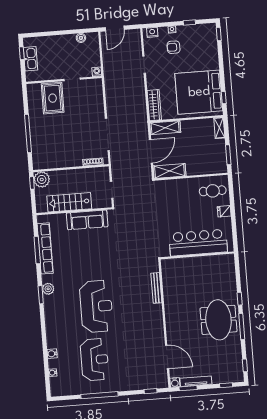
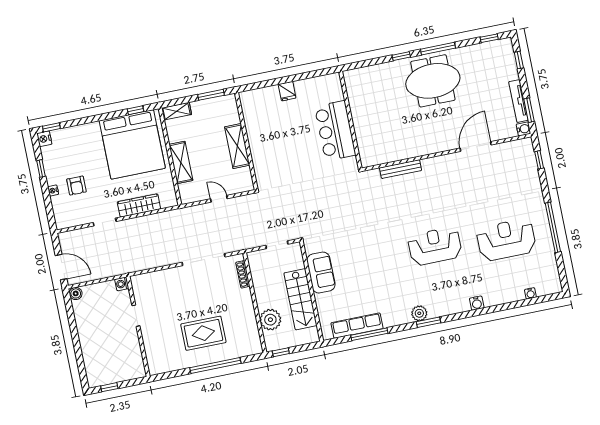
nightstand: (152, 32) -> (44, 139), moved
boiler: (81, 38) -> (76, 293), moved
kitchen sink: (31, 59) -> (115, 374), removed
rug: (53, 98) -> (203, 333), moved
wardrobe: (154, 105) -> (139, 205), moved
shelving: (165, 128) -> (181, 162), moved
door: (151, 151) -> (219, 199), width x0.53
shelving: (169, 171) -> (237, 146), moved
plant: (42, 179) -> (270, 320), moved
cafe table: (213, 191) -> (262, 110), removed
sofa: (87, 220) -> (321, 273), width x0.73
bar counter: (198, 243) -> (335, 131), width x0.73
row of seats: (45, 248) -> (357, 326), width x0.73
reception desk: (96, 306) -> (435, 246), width x0.74, depth x0.77
water cooler: (52, 354) -> (477, 303), moved
door: (167, 357) -> (476, 146), moved

